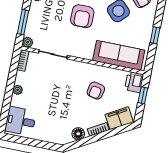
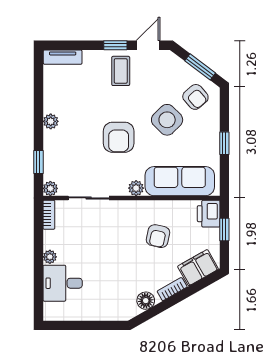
window: (23, 22) -> (38, 162), width x0.67
plant: (87, 54) -> (136, 188), added
desk: (20, 121) -> (63, 283), moved

